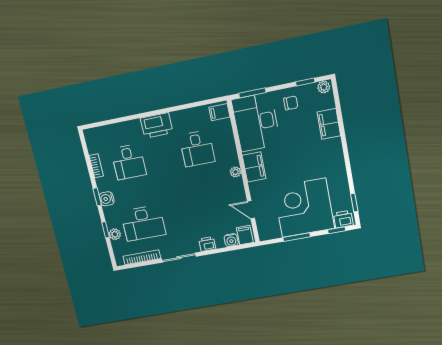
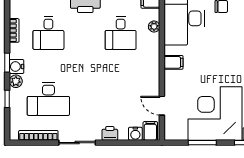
filing cabinet: (254, 167) -> (174, 62), width x0.50
plant: (235, 172) -> (154, 27), moved
plant: (115, 234) -> (16, 81), moved

